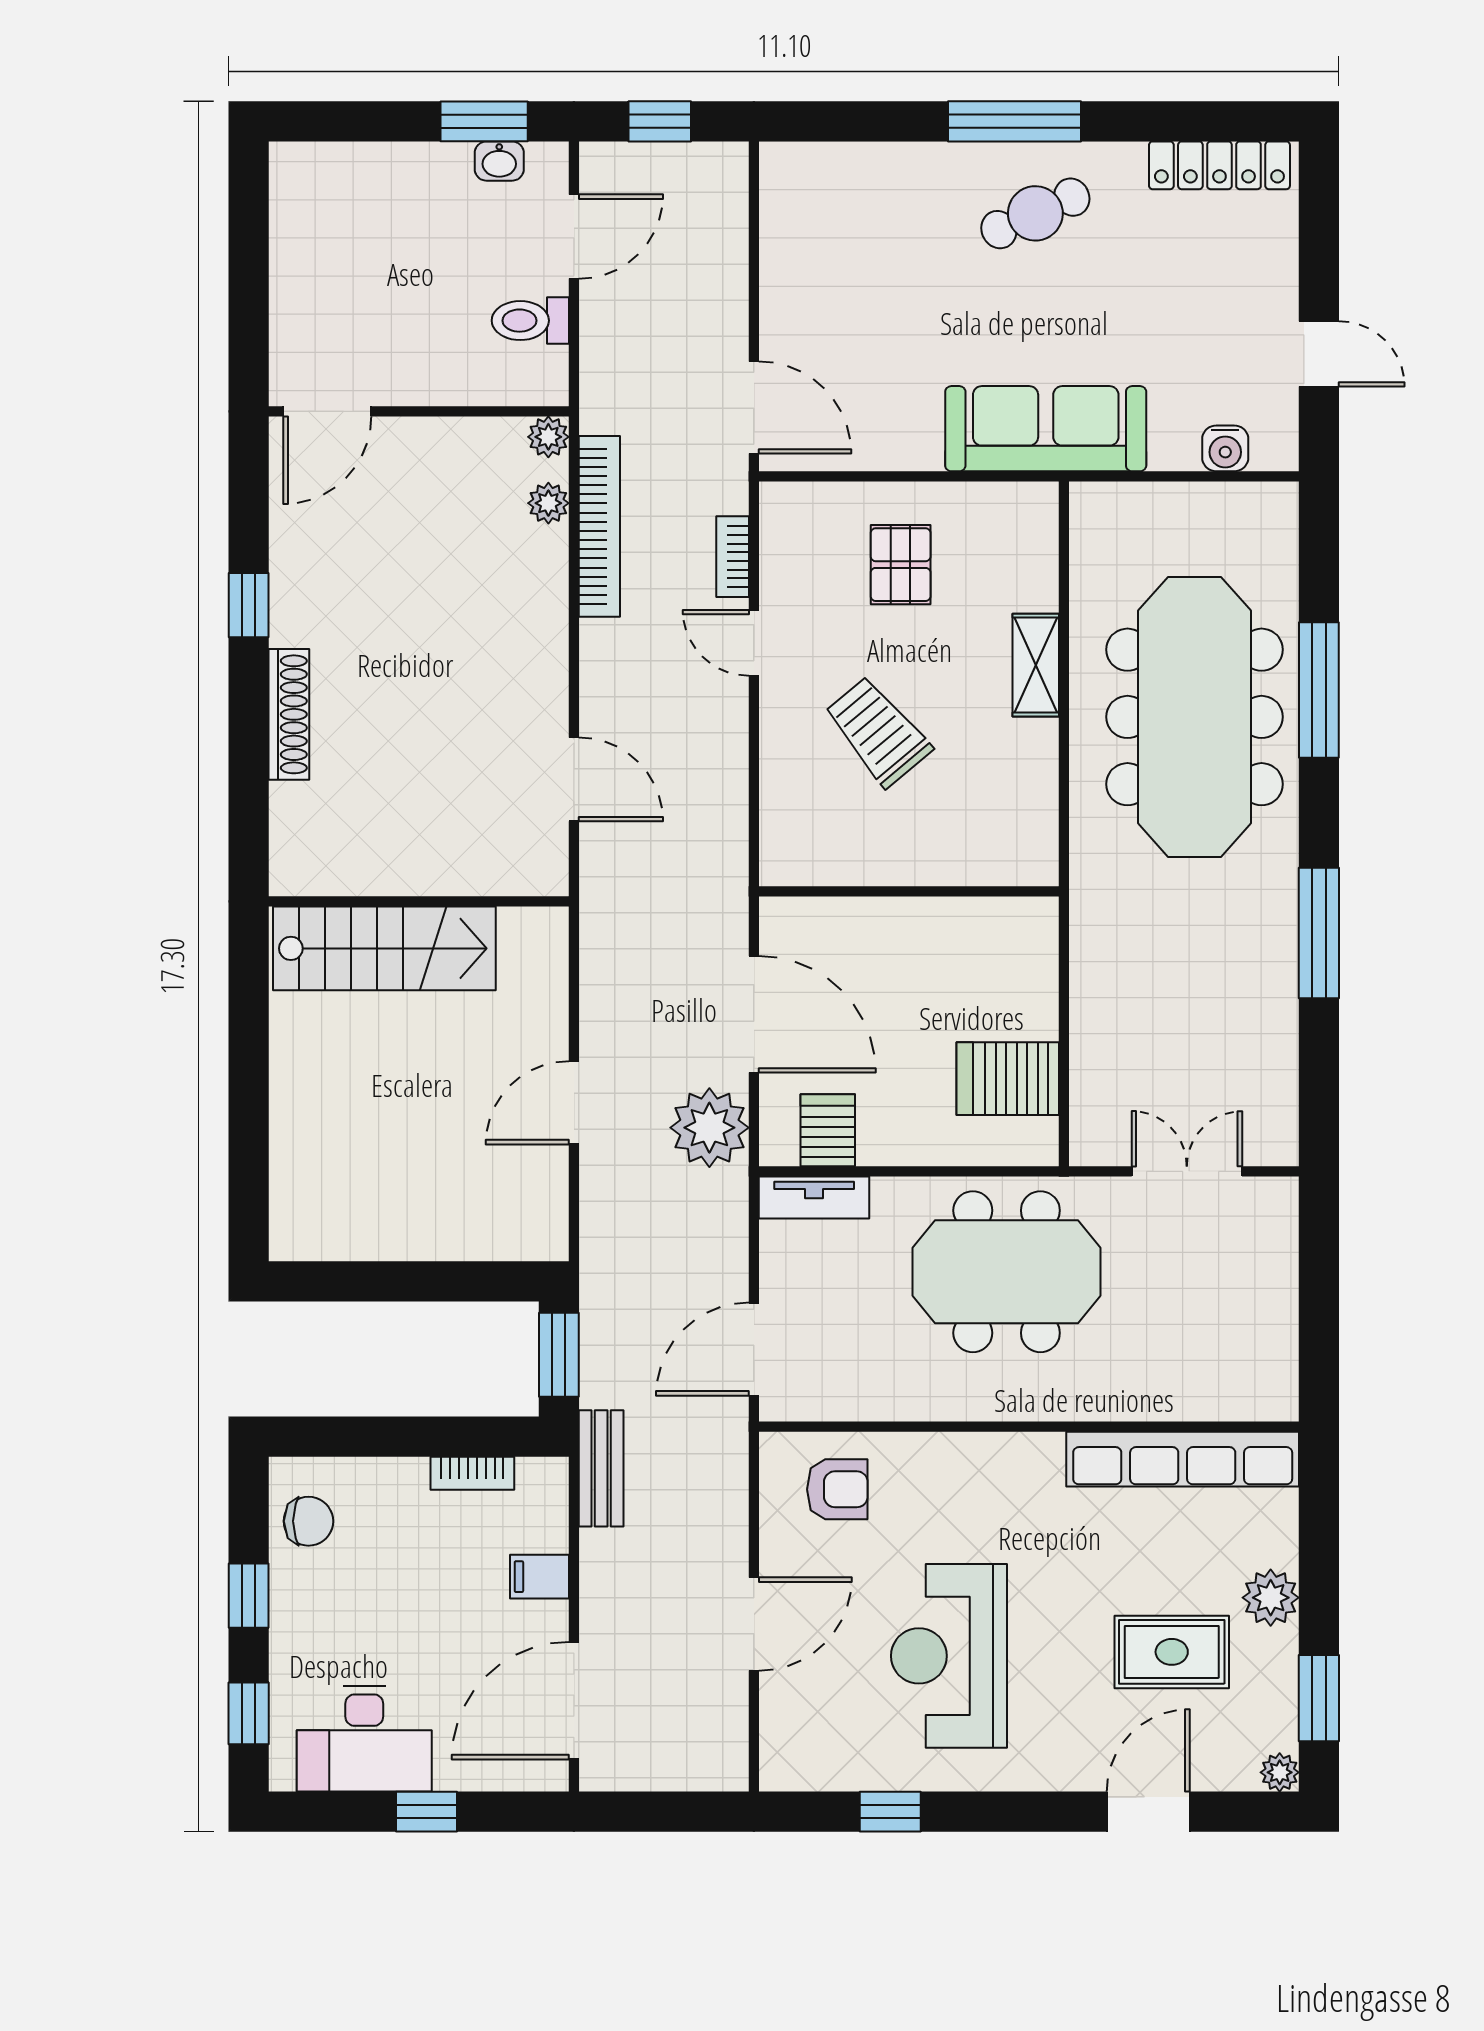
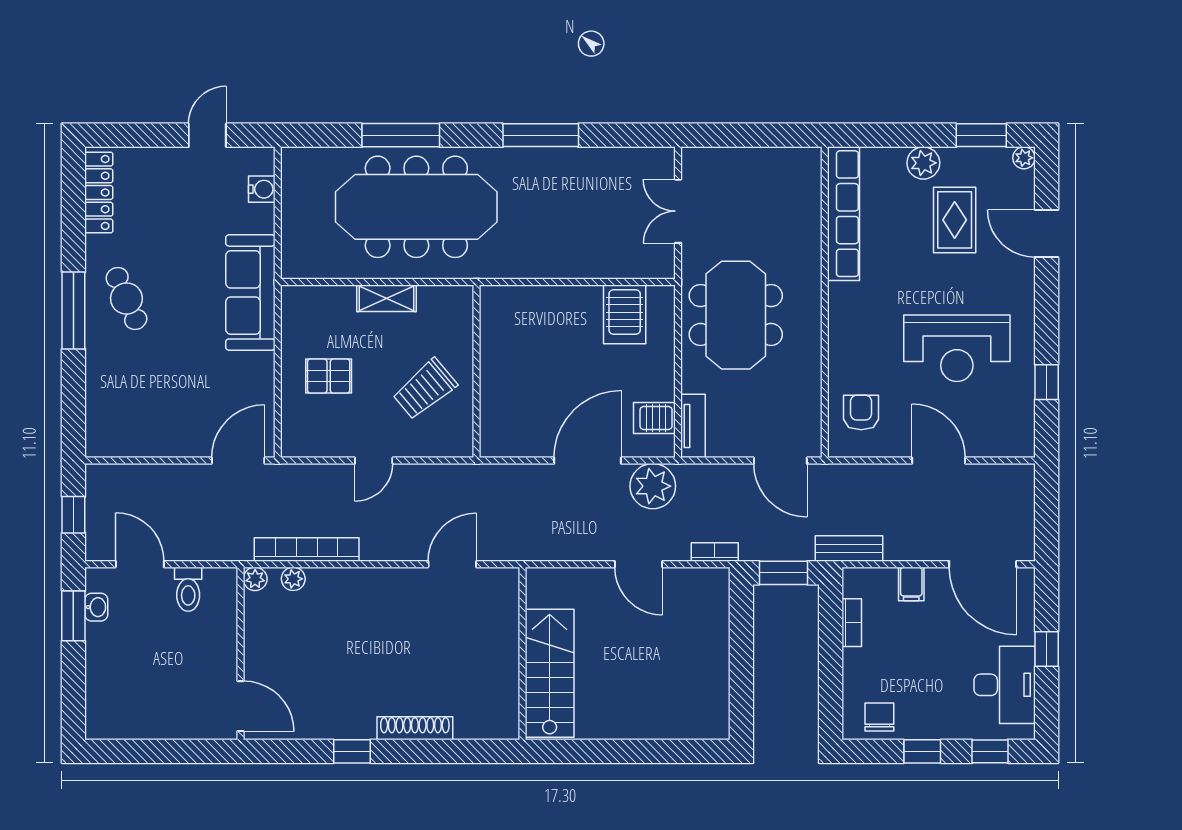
bookcase: (733, 557) -> (715, 552), moved, turned 180
wall: (909, 891) -> (476, 371), moved

